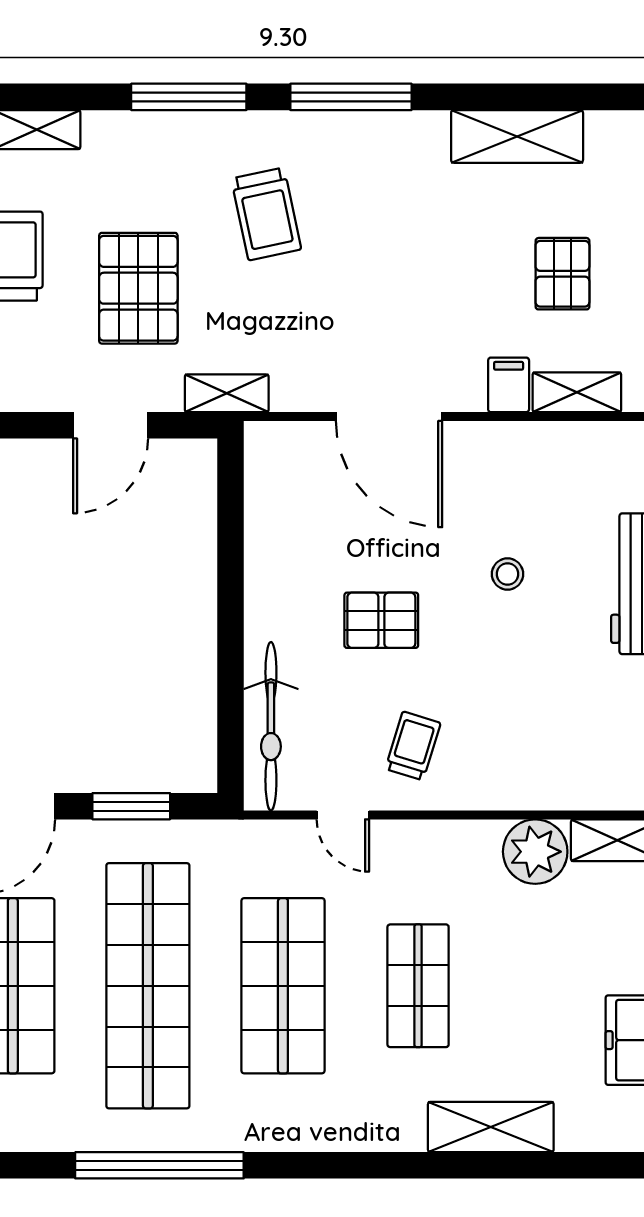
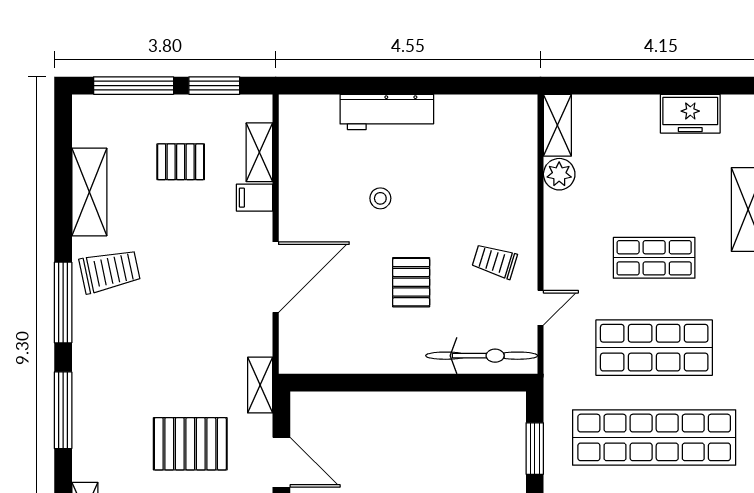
trolley: (266, 214) -> (110, 271), moved
plant: (535, 852) -> (559, 174), width x0.73, depth x0.73

